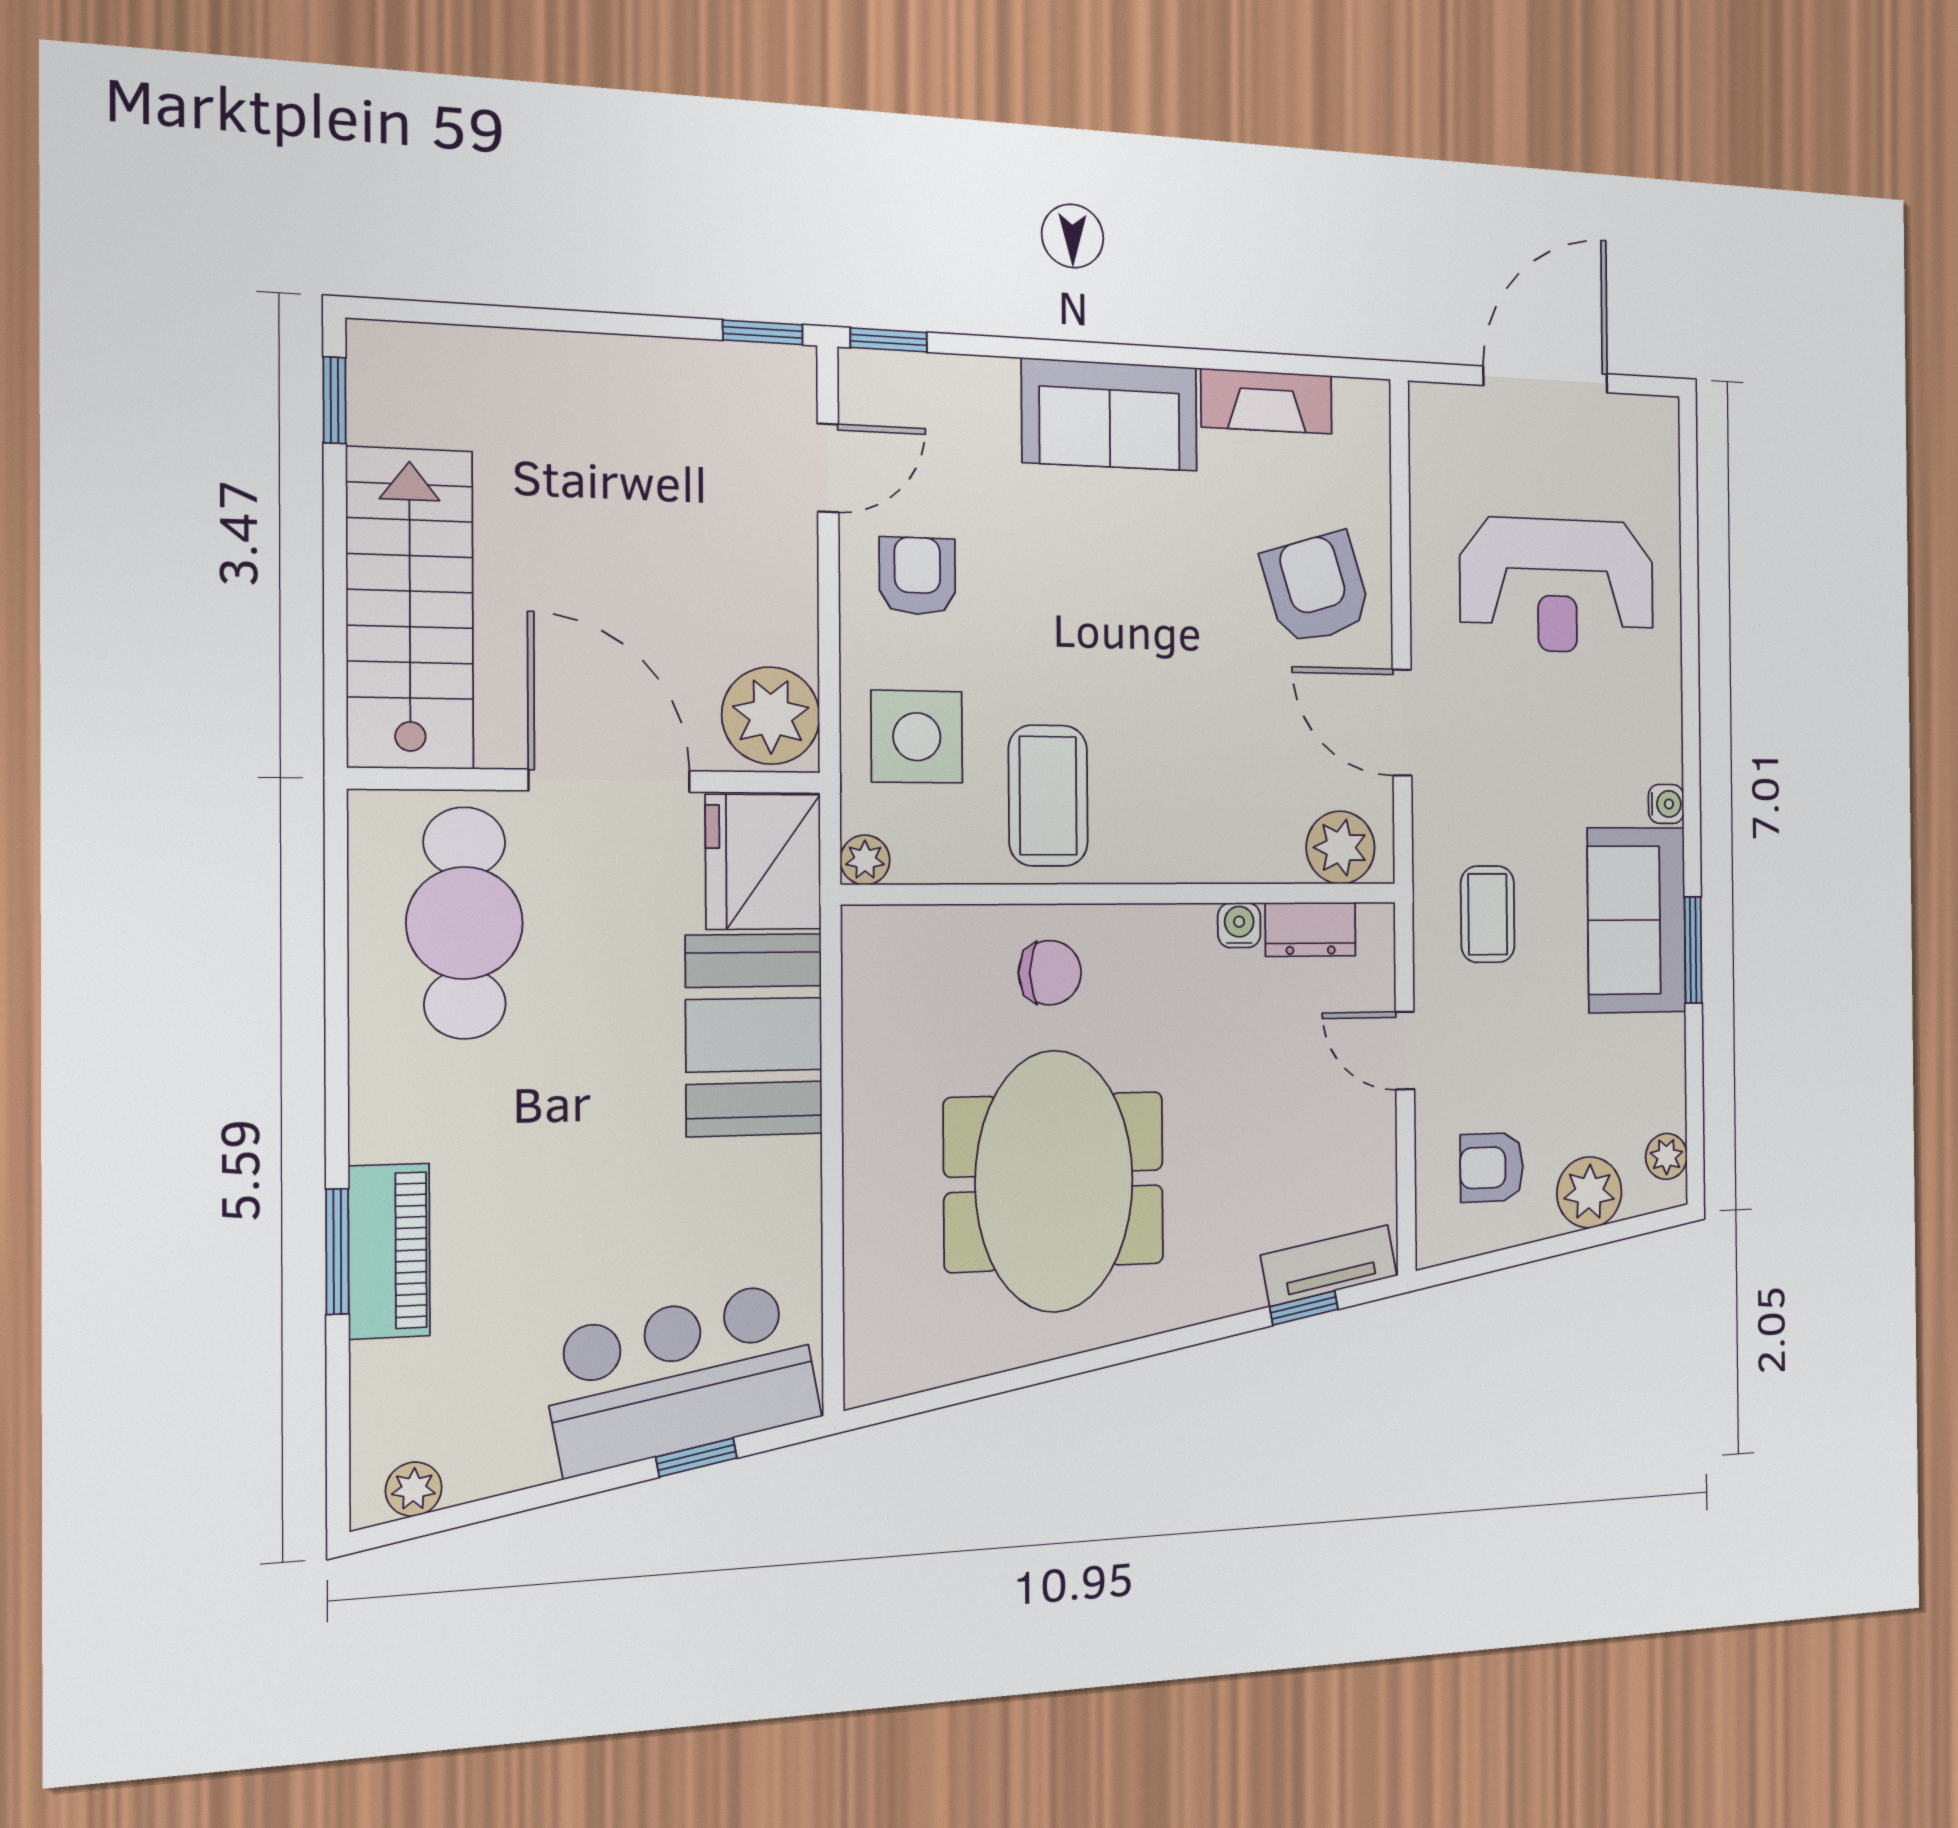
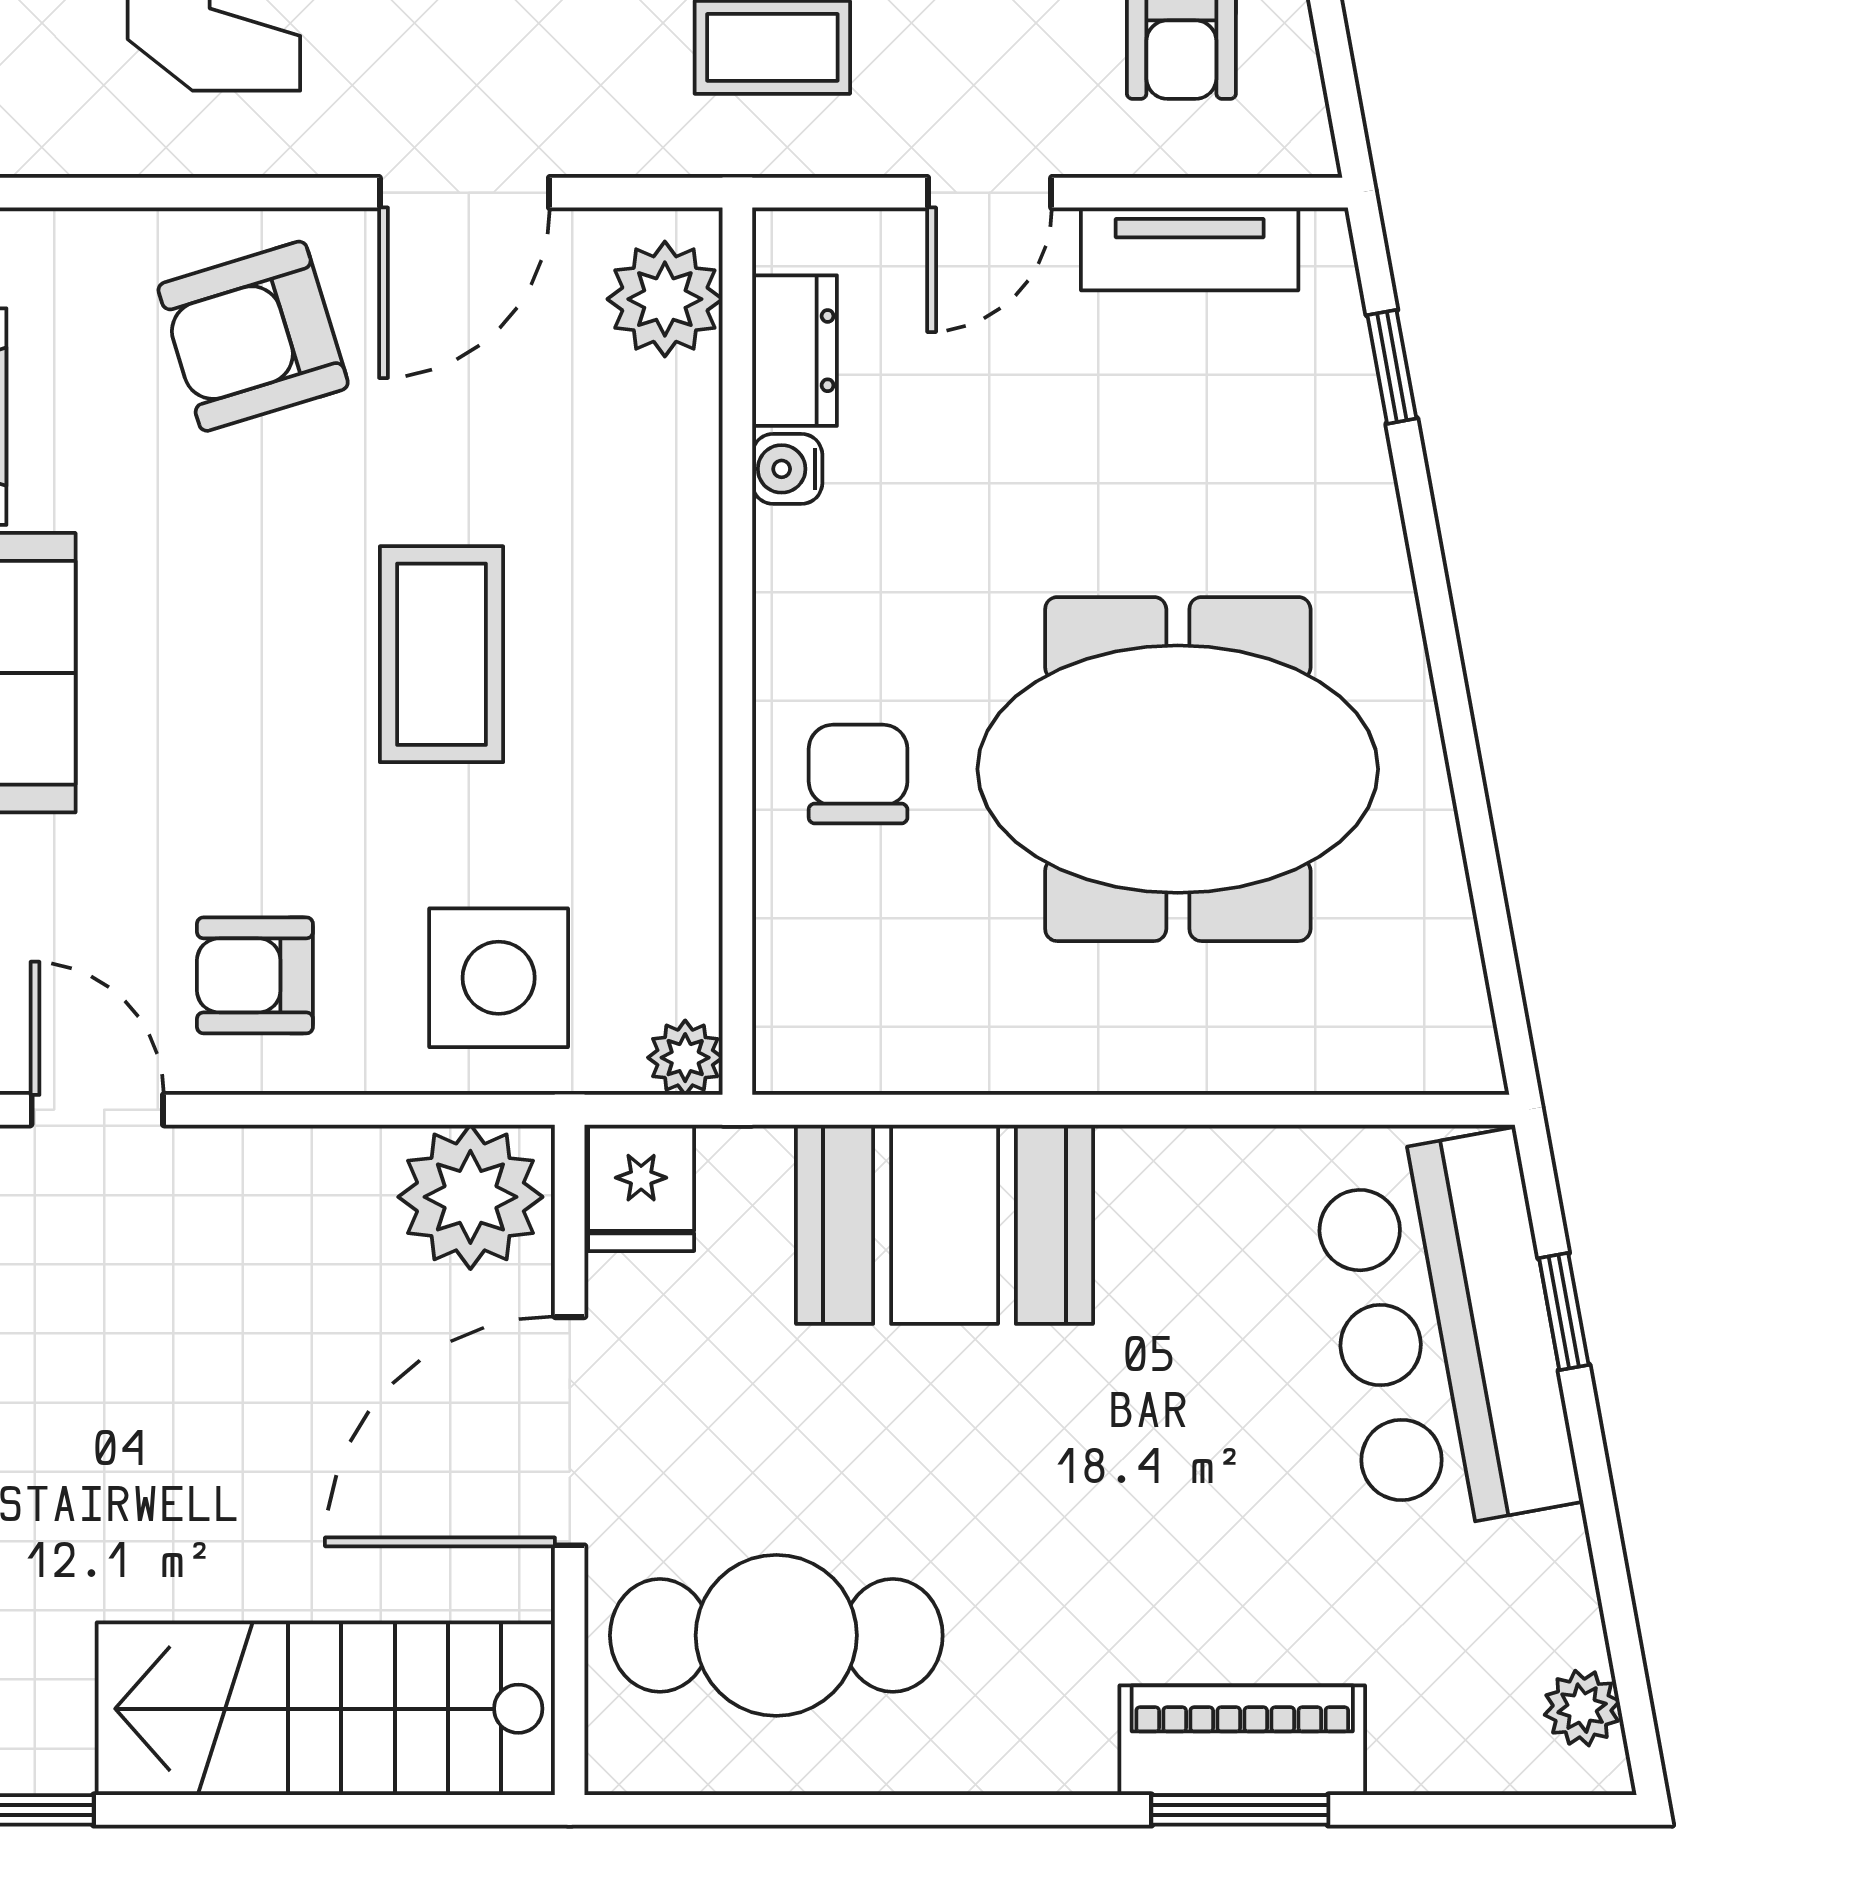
coffee table: (1048, 796) -> (442, 654), moved, turned 90
fridge: (763, 862) -> (641, 1188), width x0.53, depth x0.75
tv unit: (1329, 1265) -> (1190, 249), moved, turned -80

